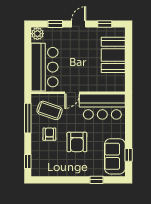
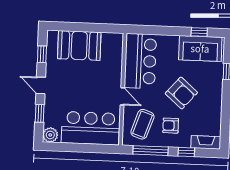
armchair: (77, 142) -> (181, 93), turned 41
window: (28, 161) -> (186, 152), moved
fireplace: (36, 164) -> (206, 142), added

